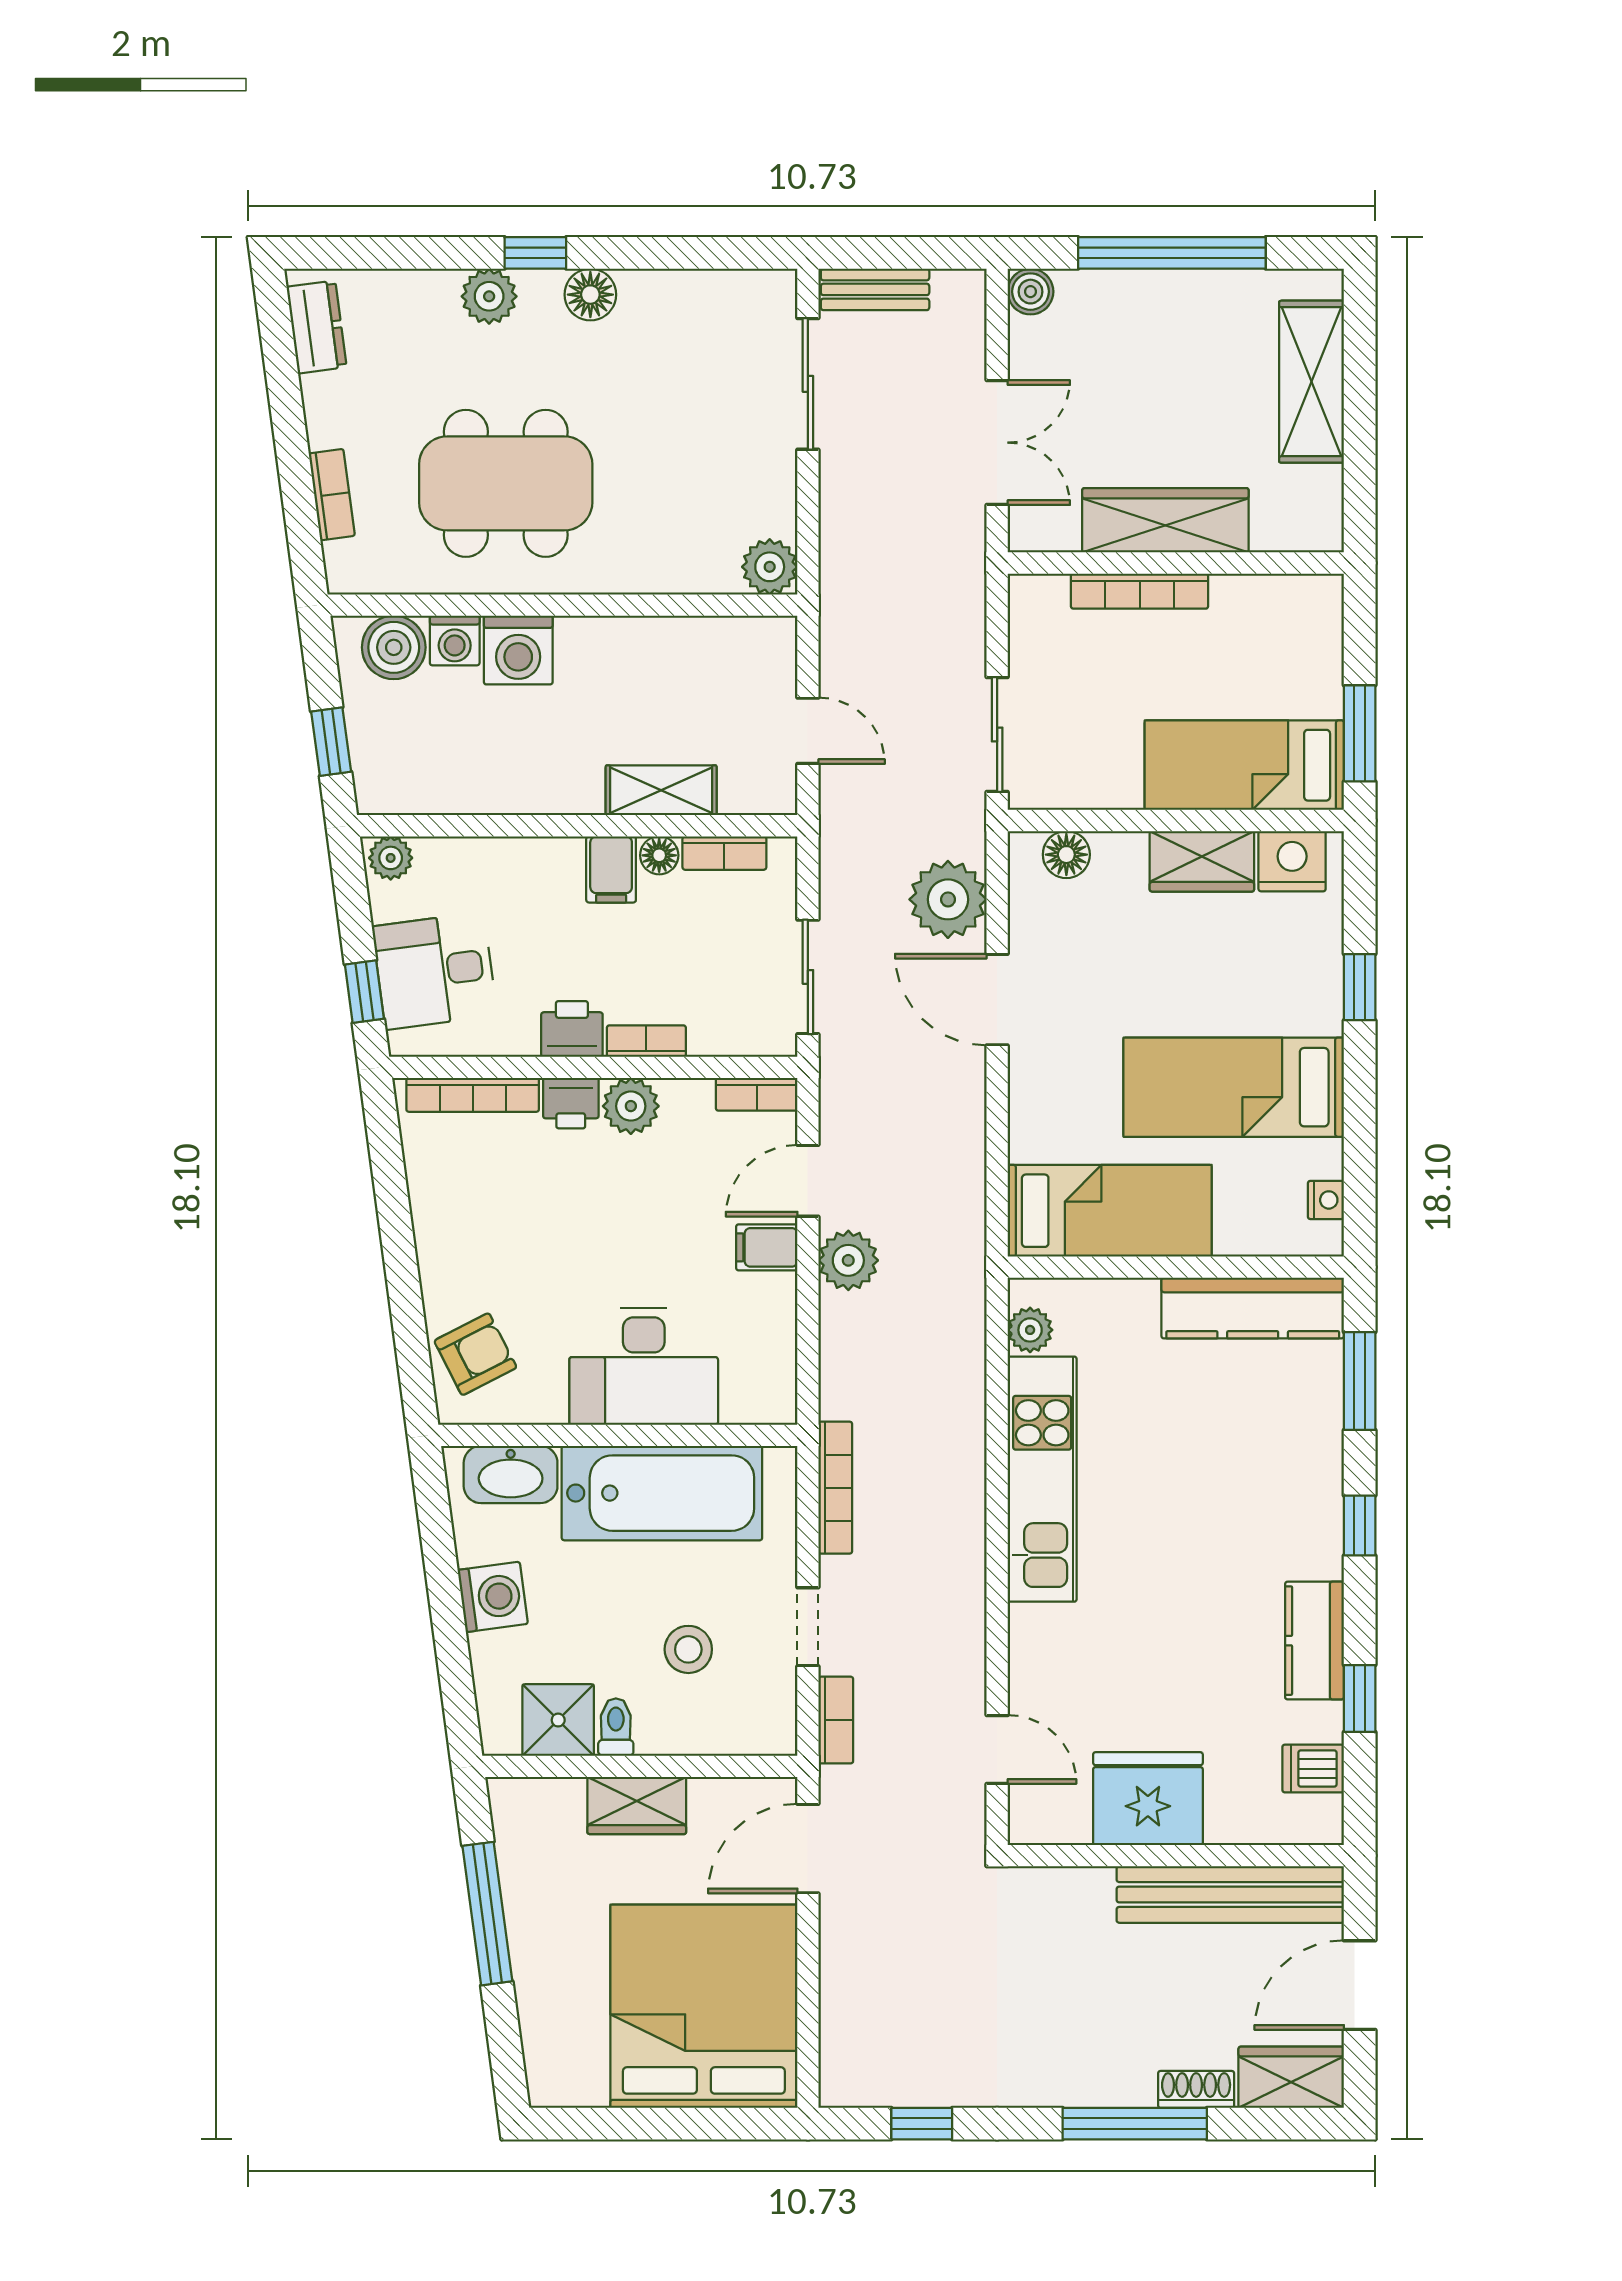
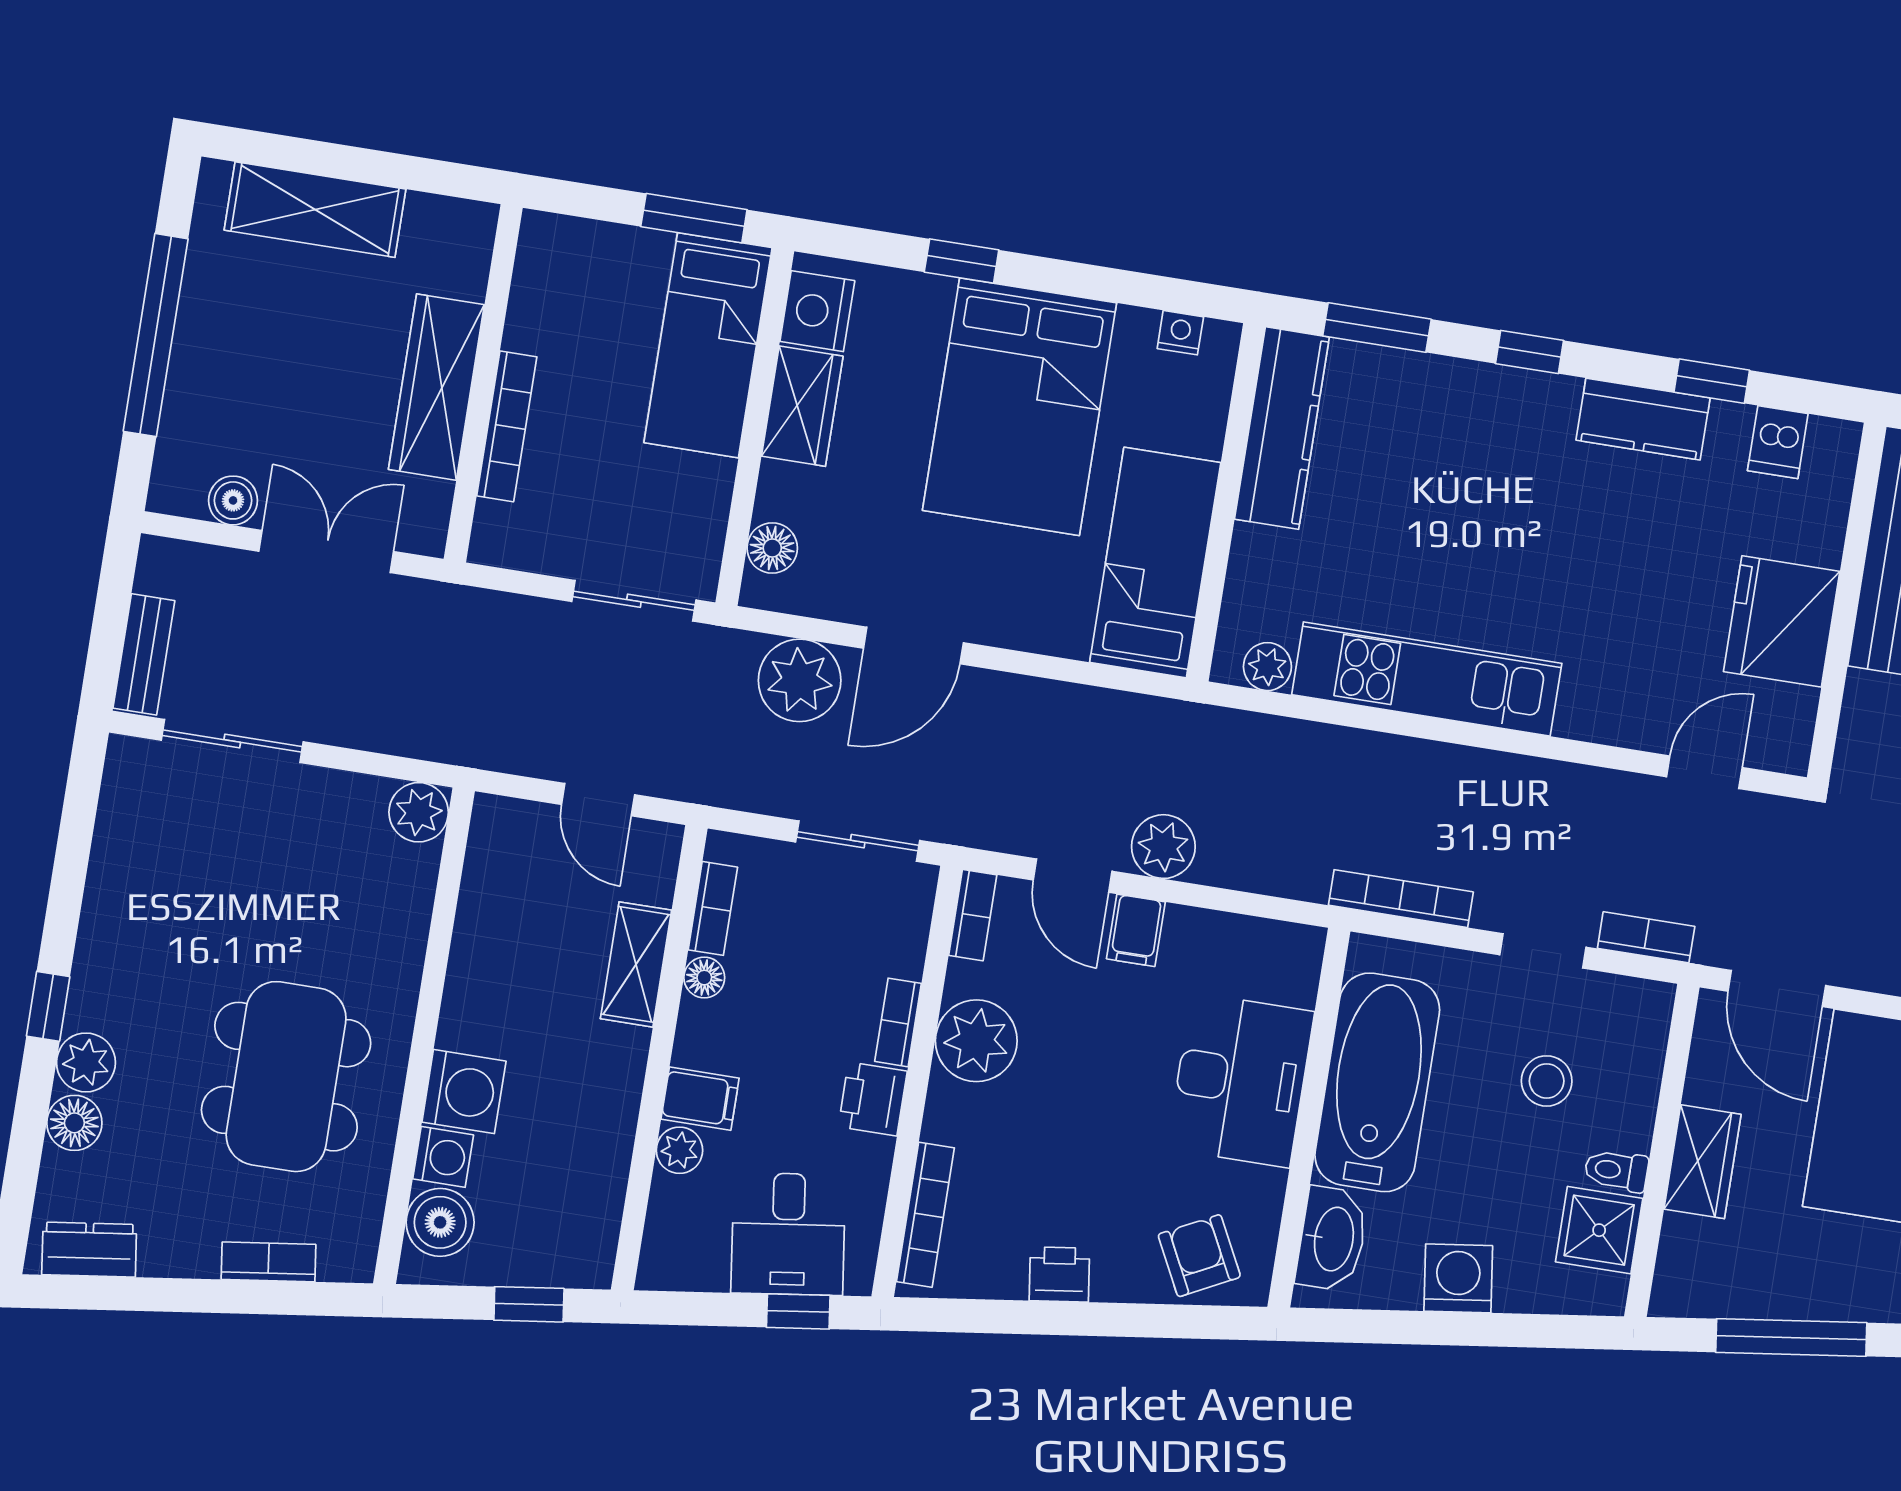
boiler: (1030, 292) -> (233, 500), moved
floor lamp: (590, 295) -> (74, 1123), moved
door: (808, 731) -> (598, 800), swing flipped
plant: (391, 858) -> (679, 1150), moved
filing cabinet: (611, 869) -> (700, 1099), moved
bed: (1234, 1087) -> (1020, 407), width x1.50
printer: (571, 1103) -> (1059, 1274), moved, turned -98
plant: (631, 1106) -> (976, 1041), width x1.36, depth x1.36

